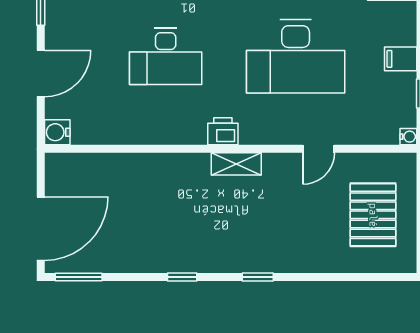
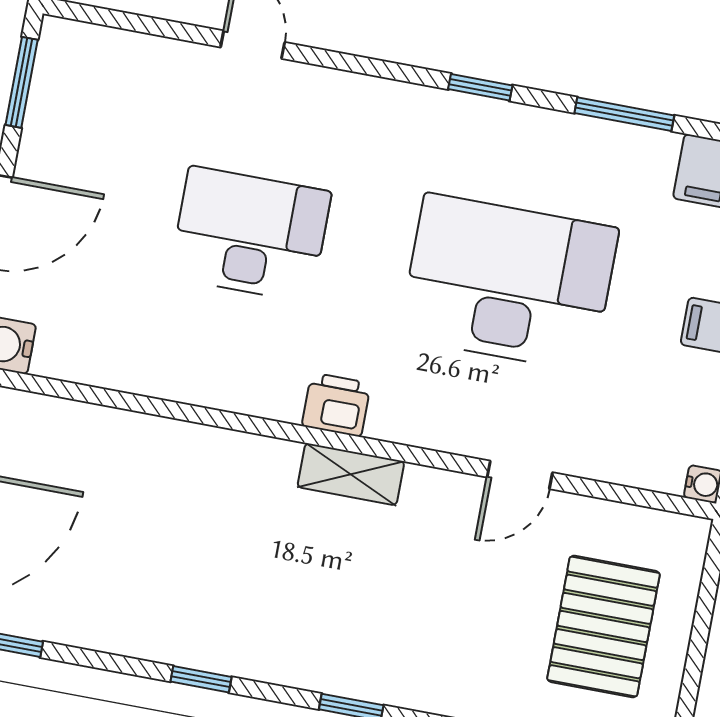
desk: (166, 56) -> (250, 234), turned 180
desk: (296, 56) -> (509, 283), turned 180

